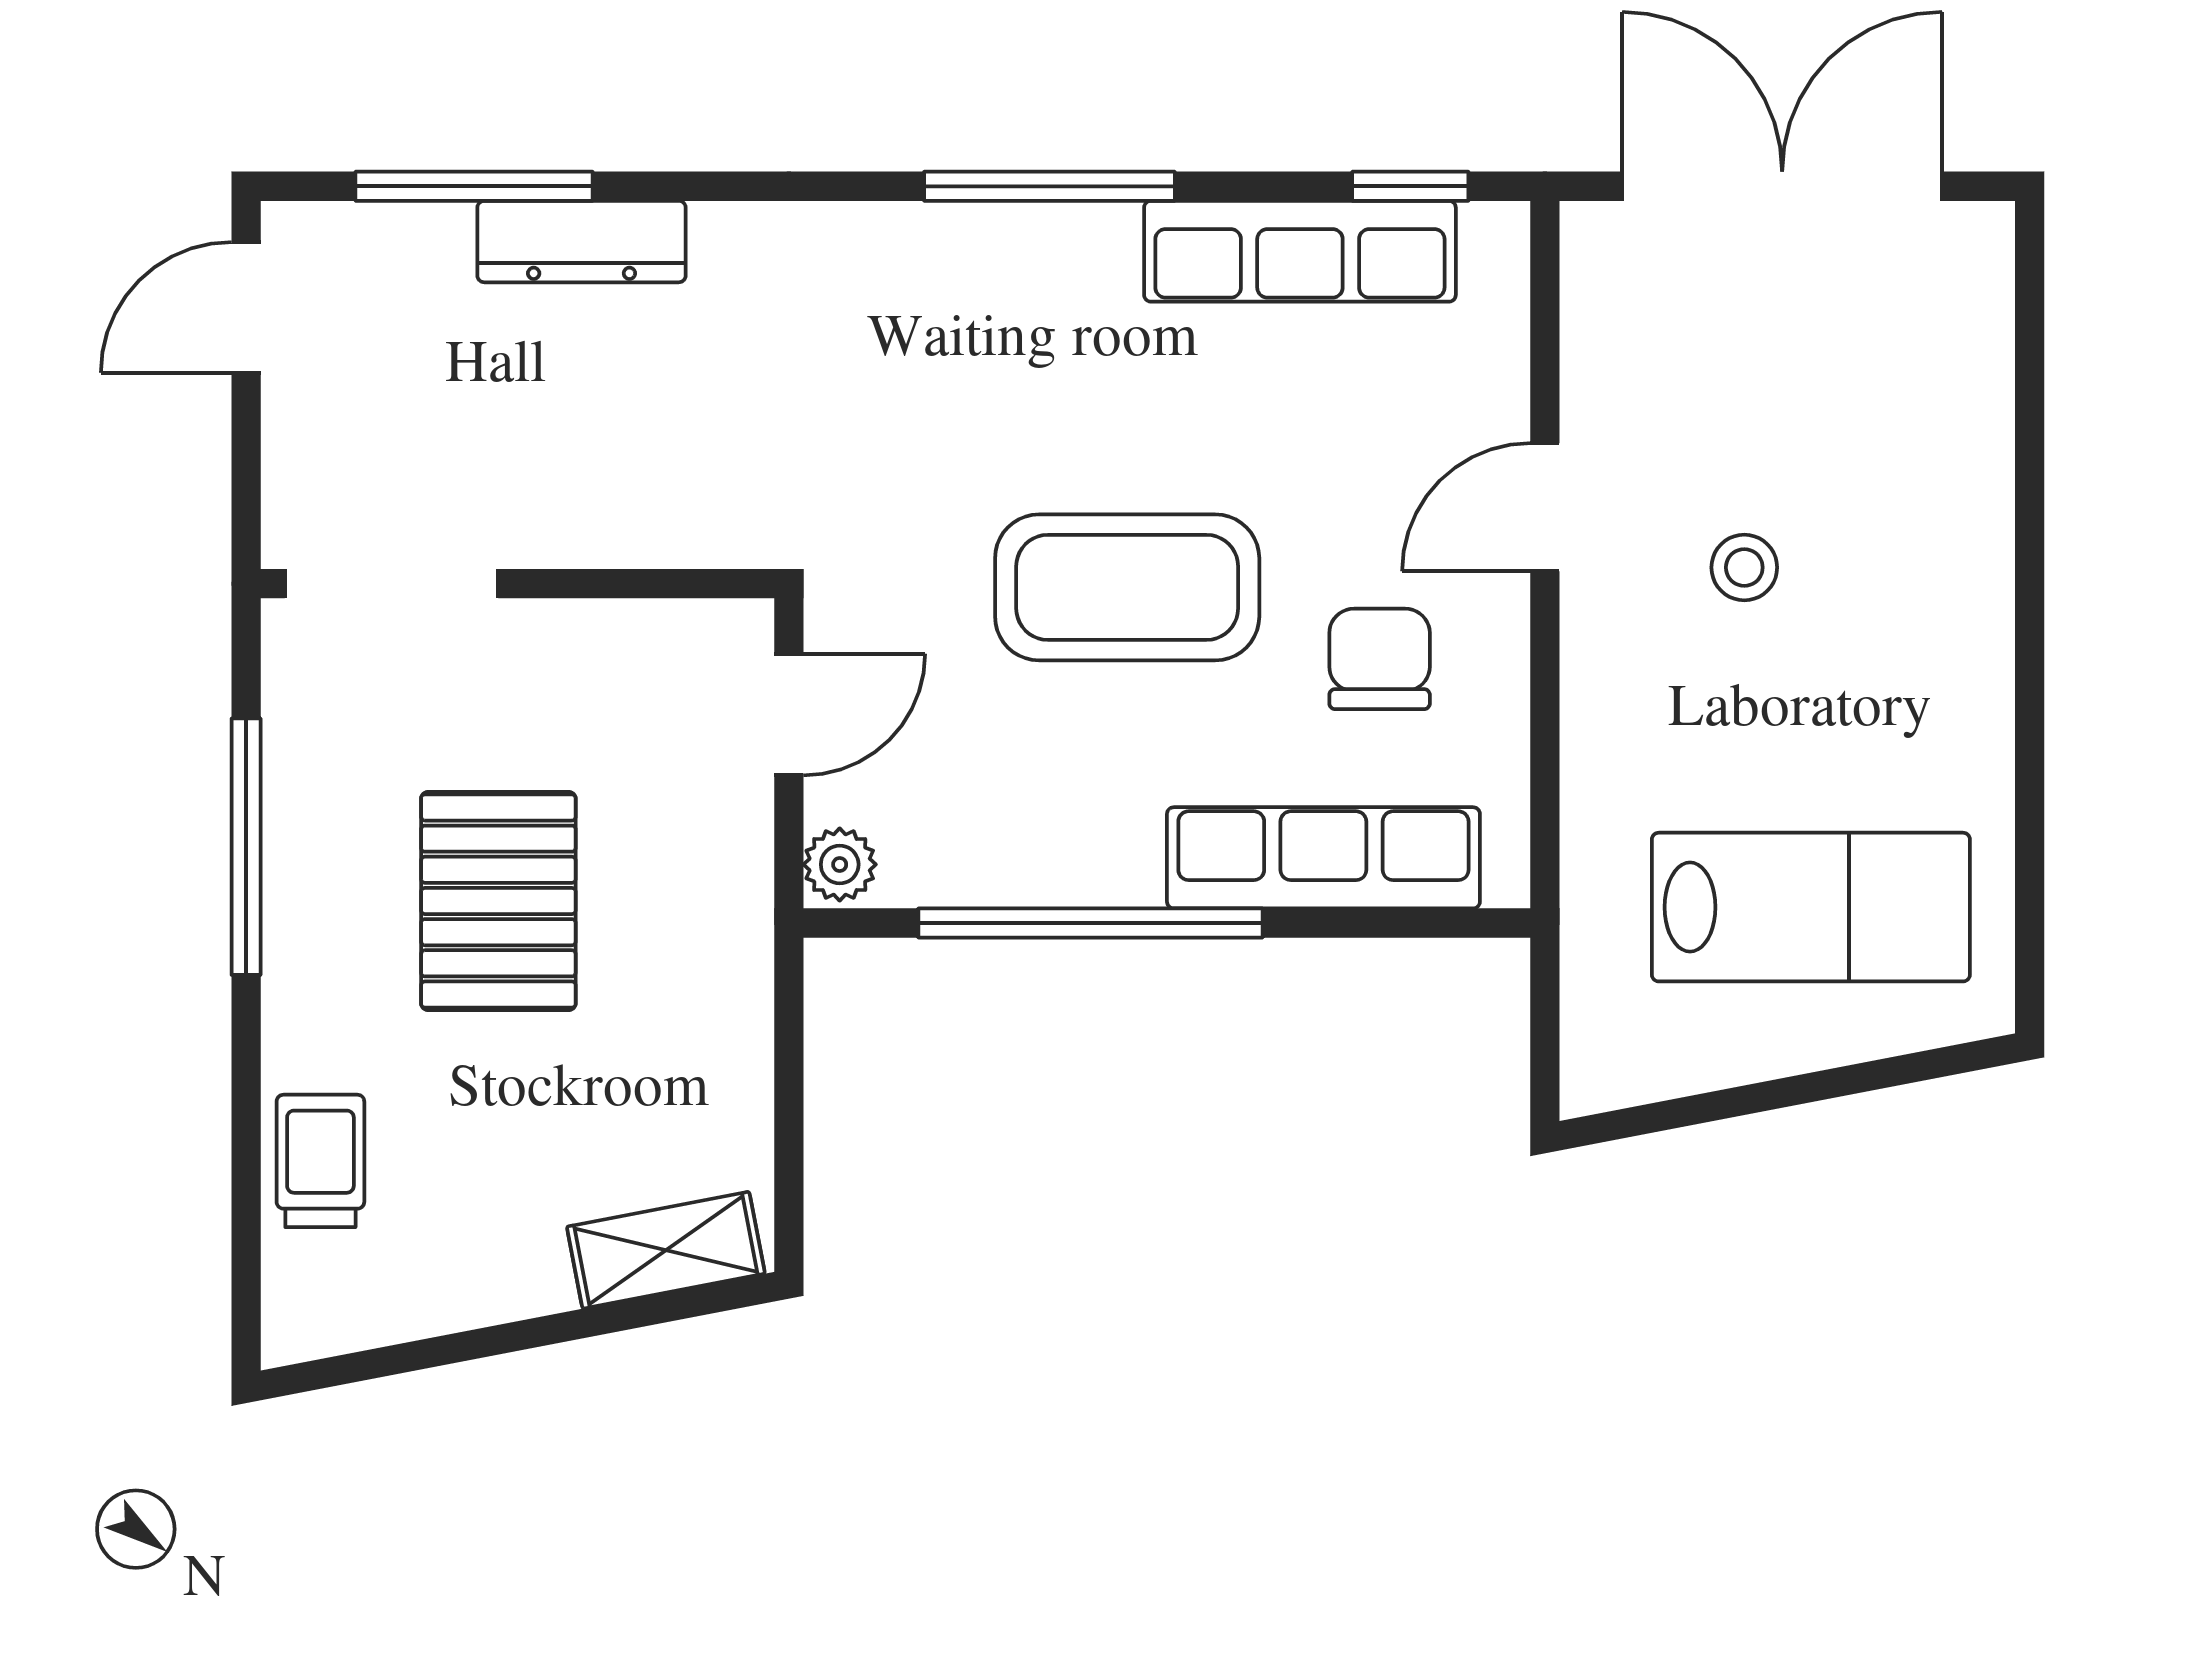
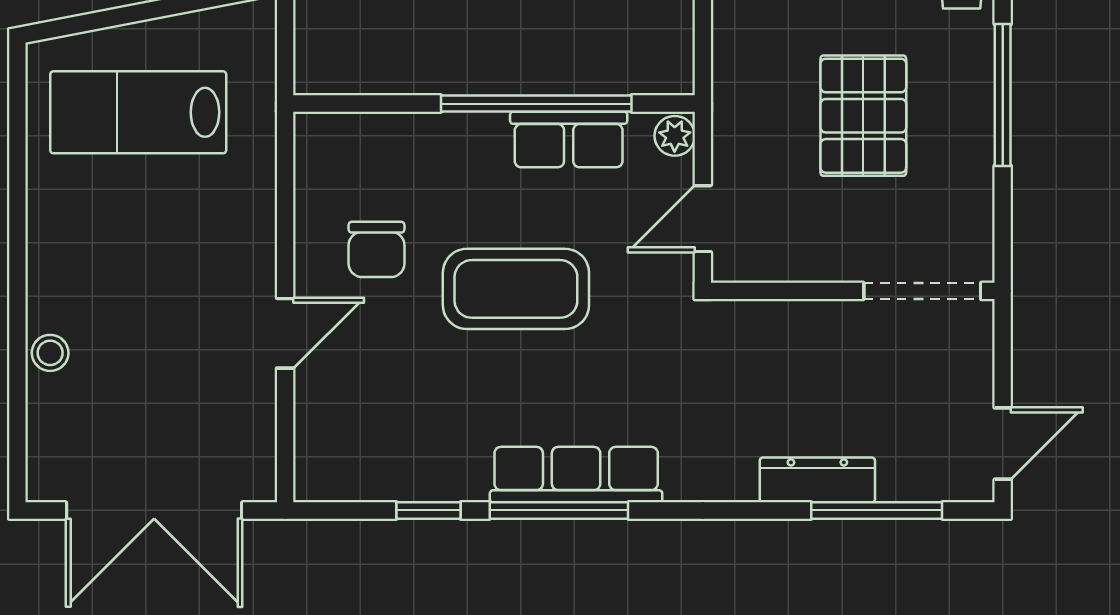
window: (1410, 186) -> (428, 510), moved
row of seats: (1300, 251) -> (576, 475), moved
stool: (1744, 567) -> (50, 353), moved
window: (246, 847) -> (1003, 95), moved
row of seats: (1323, 858) -> (569, 140), moved, width x0.68

